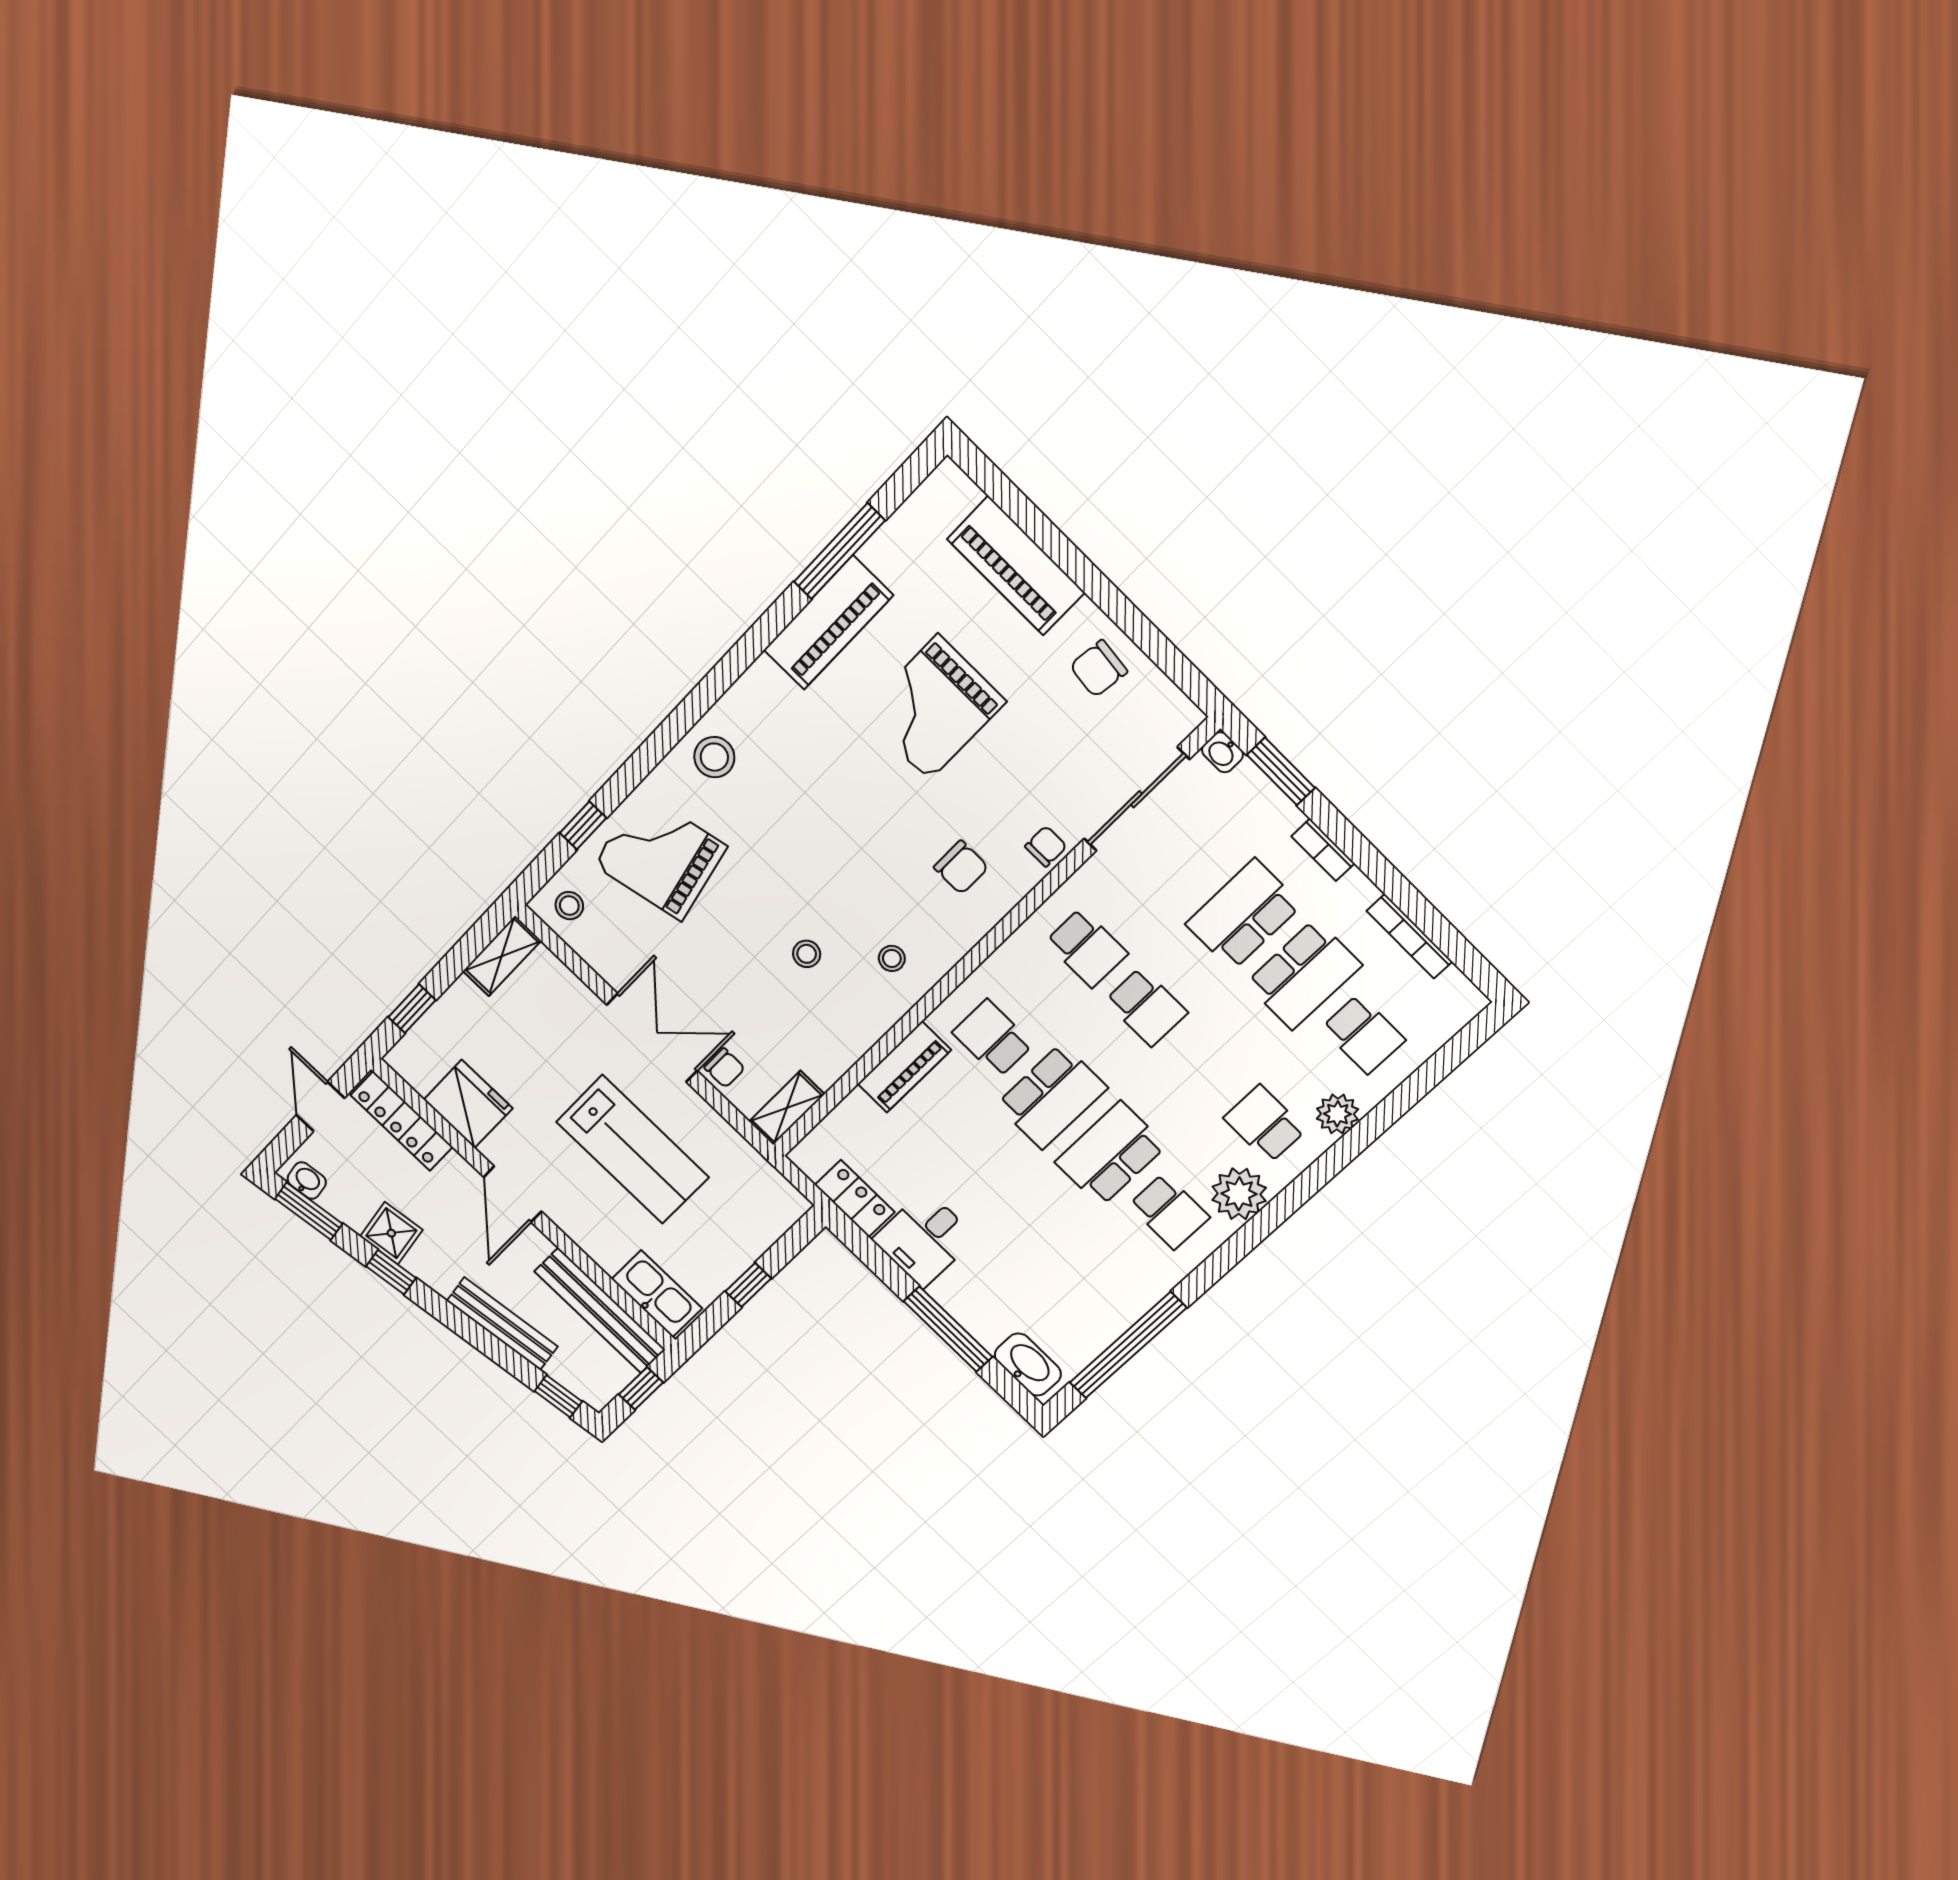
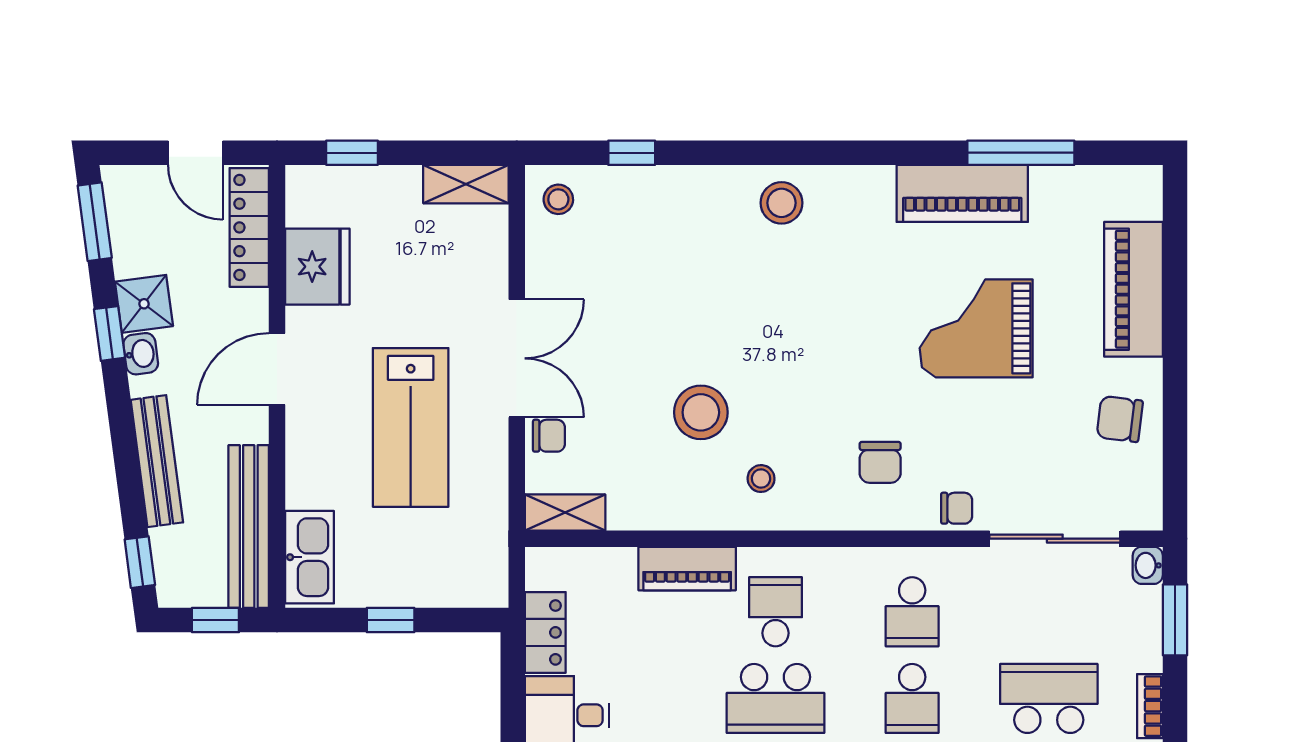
grand piano: (660, 856) -> (666, 232), removed
stool: (807, 954) -> (701, 412), width x1.89, depth x1.89
chair: (725, 1068) -> (549, 436), turned -90
door: (320, 1107) -> (195, 153), swing flipped
washbasin: (307, 1181) -> (141, 354), moved

